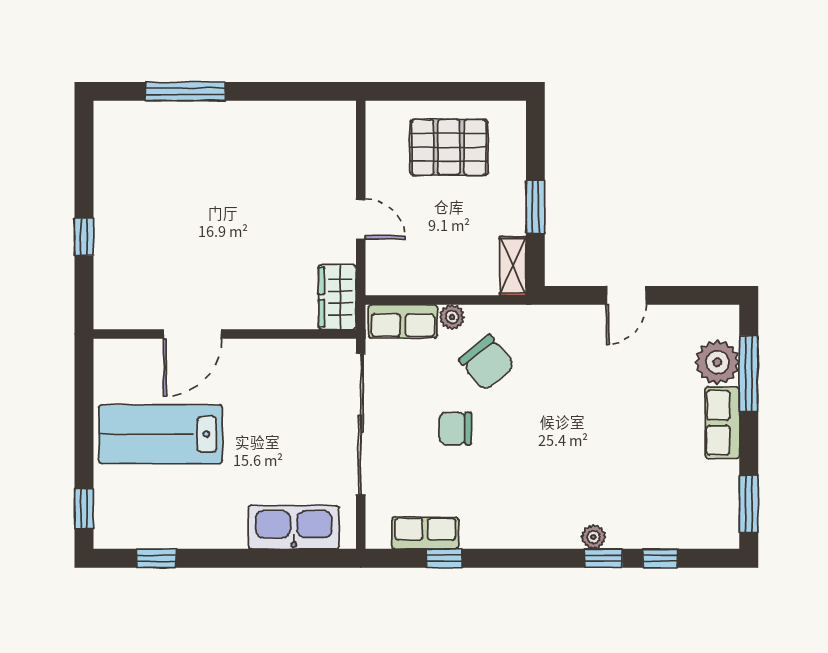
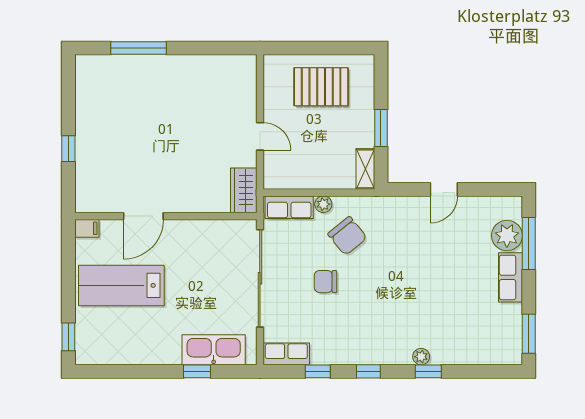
filing cabinet: (111, 352) -> (87, 228), added
row of seats: (425, 533) -> (286, 354), moved
window: (156, 558) -> (197, 371), moved
window: (660, 558) -> (368, 371), moved

